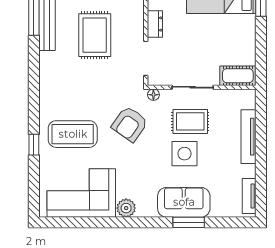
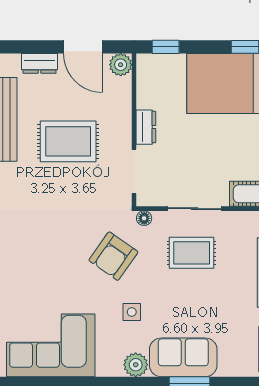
rug: (95, 35) -> (68, 141), turned 90
coffee table: (73, 134) -> (40, 269), removed
side table: (184, 154) -> (132, 312), moved, width x0.54, depth x0.54
plant: (126, 208) -> (136, 365), moved

